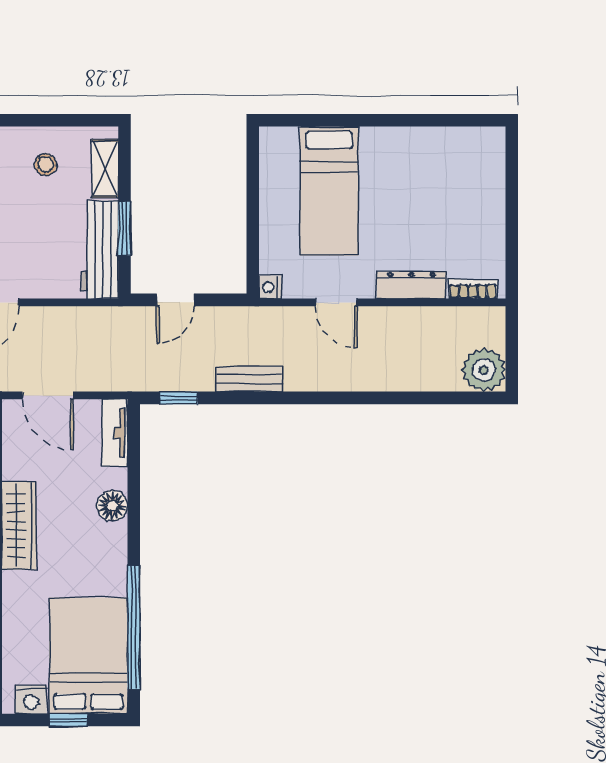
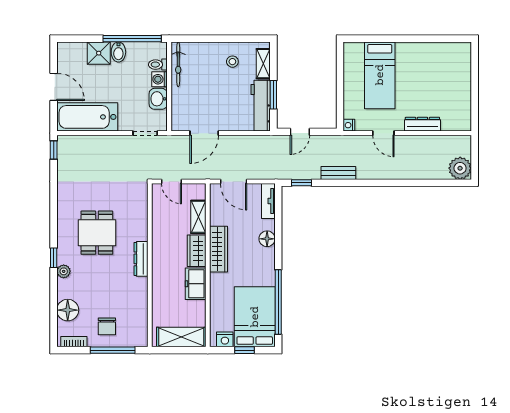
bookcase: (473, 289) -> (454, 126), removed

